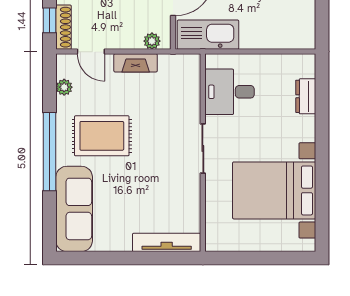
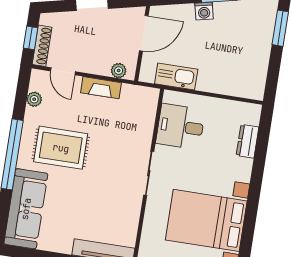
kitchen sink: (208, 35) -> (176, 77), width x0.73, depth x0.81

